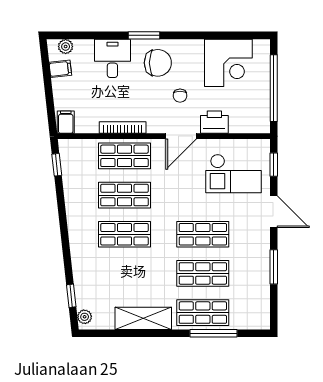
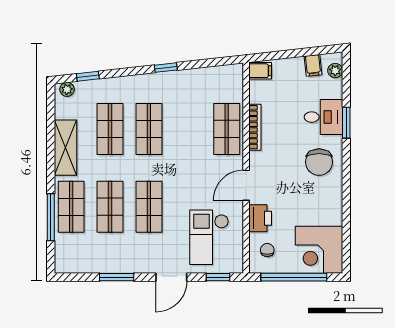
window: (144, 35) -> (346, 123), moved
corner desk: (228, 63) -> (319, 250), moved
chair: (180, 96) -> (267, 250), moved, turned 90
door: (181, 136) -> (246, 185), hinge flipped
window: (57, 165) -> (166, 68), moved
shop shelf: (125, 195) -> (110, 129), moved

